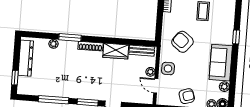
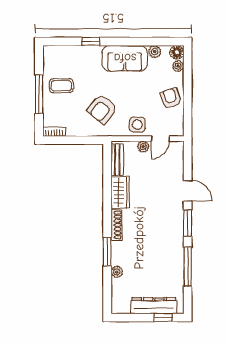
dresser: (26, 58) -> (154, 306), moved

